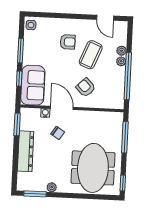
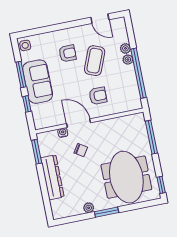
sofa: (33, 85) -> (38, 82), moved
armchair: (86, 87) -> (98, 96), turned 134
window: (35, 194) -> (107, 212), moved

